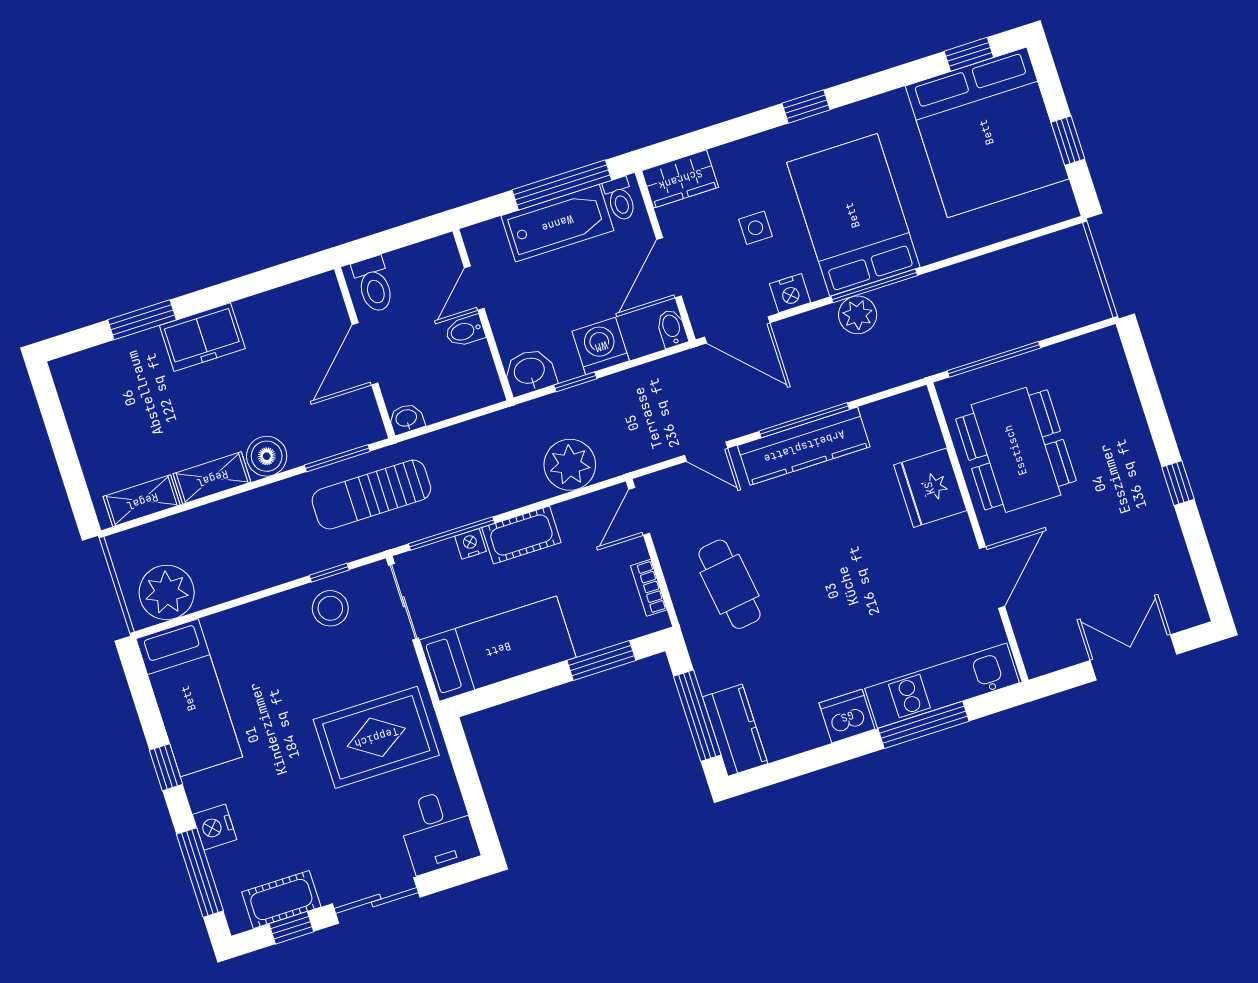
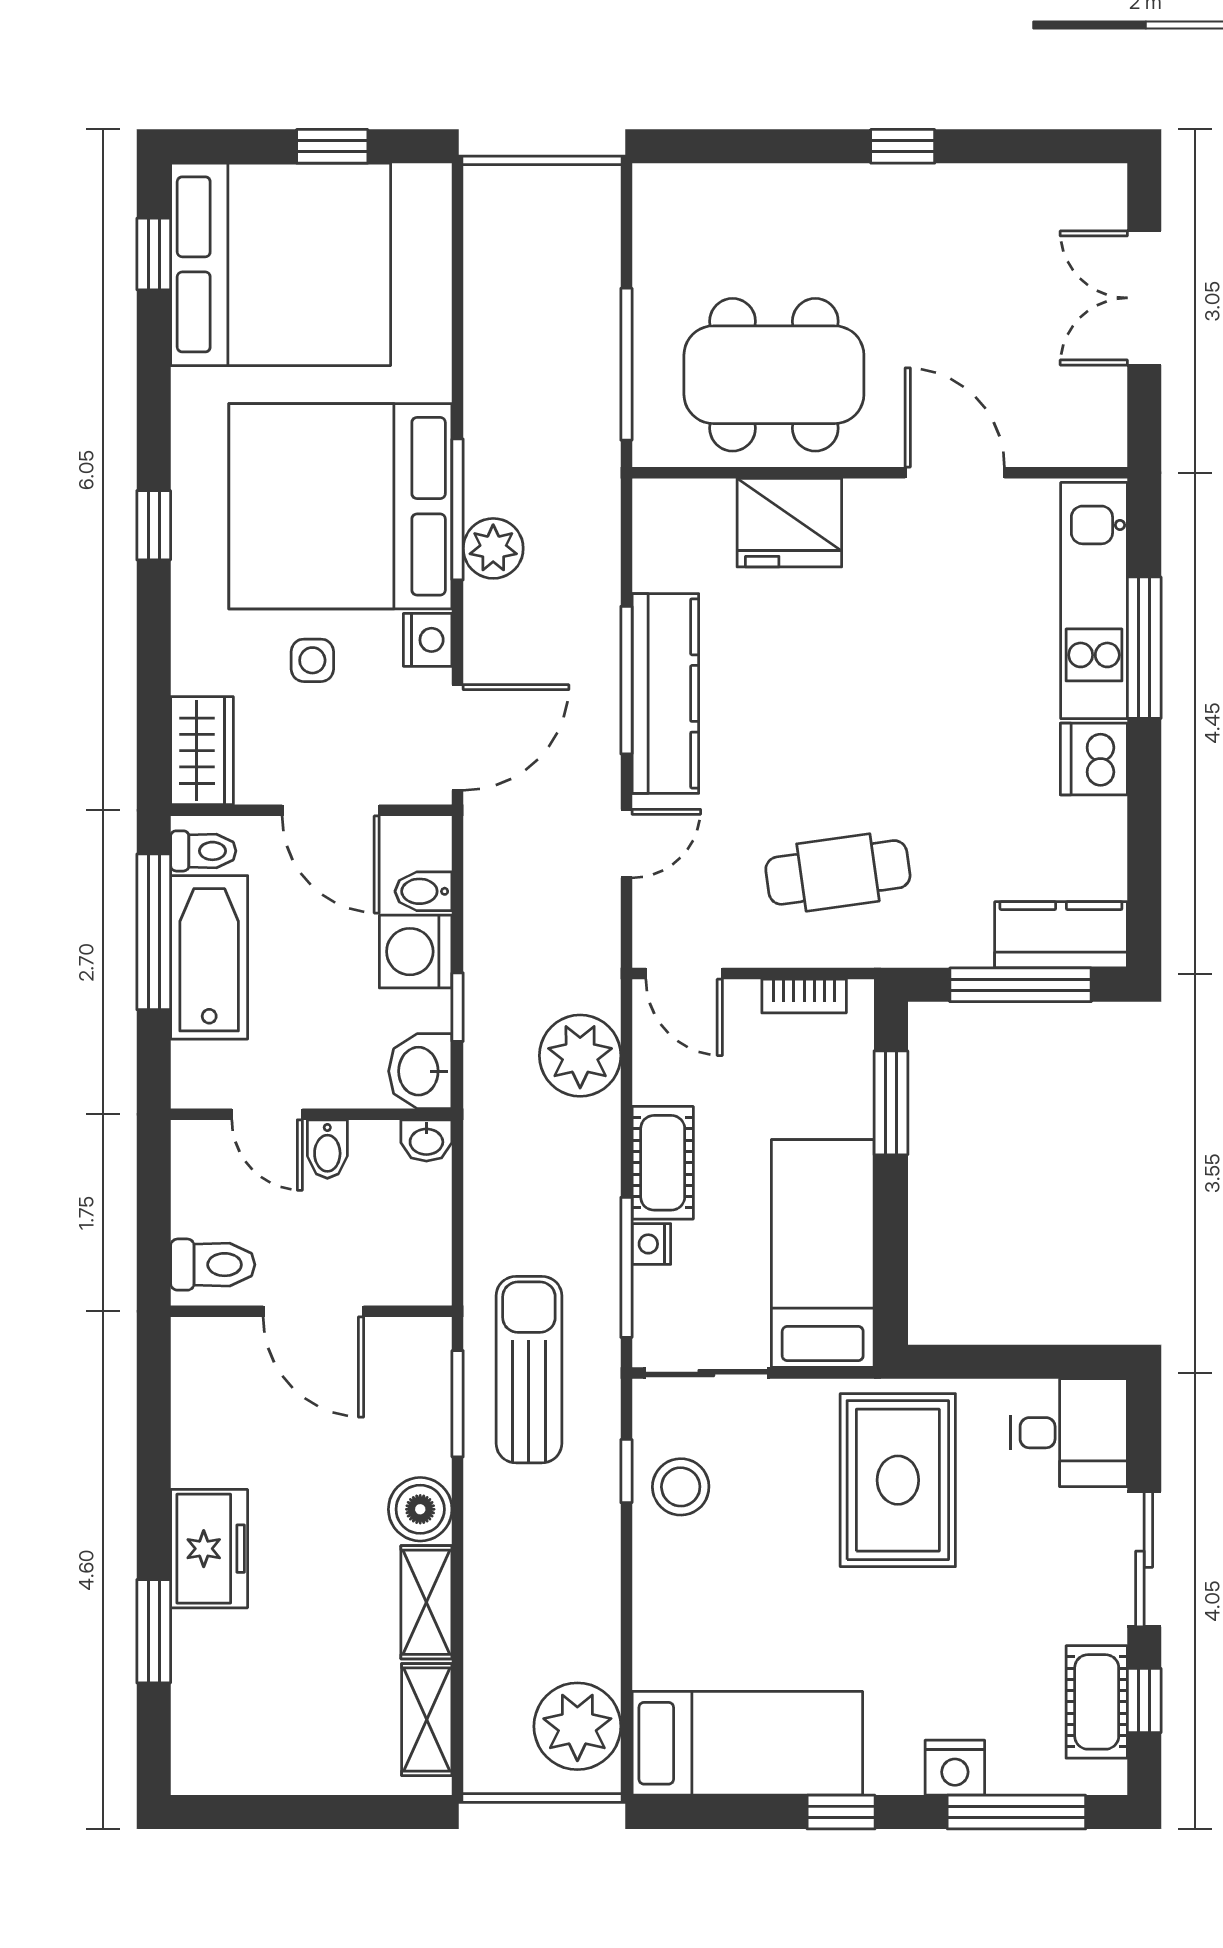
bed: (853, 215) -> (340, 506), width x1.36
bidet: (672, 328) -> (423, 891), moved
washbasin: (406, 419) -> (426, 1141), moved, turned -90
sun lounger: (371, 495) -> (529, 1370), turned 180

